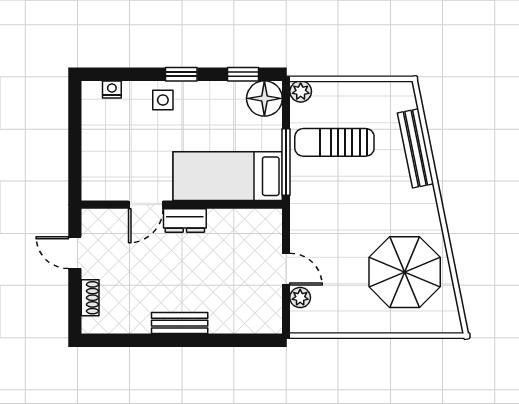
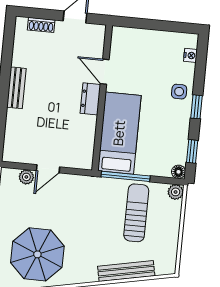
floor lamp: (264, 98) -> (178, 172), width x0.53, depth x0.53

